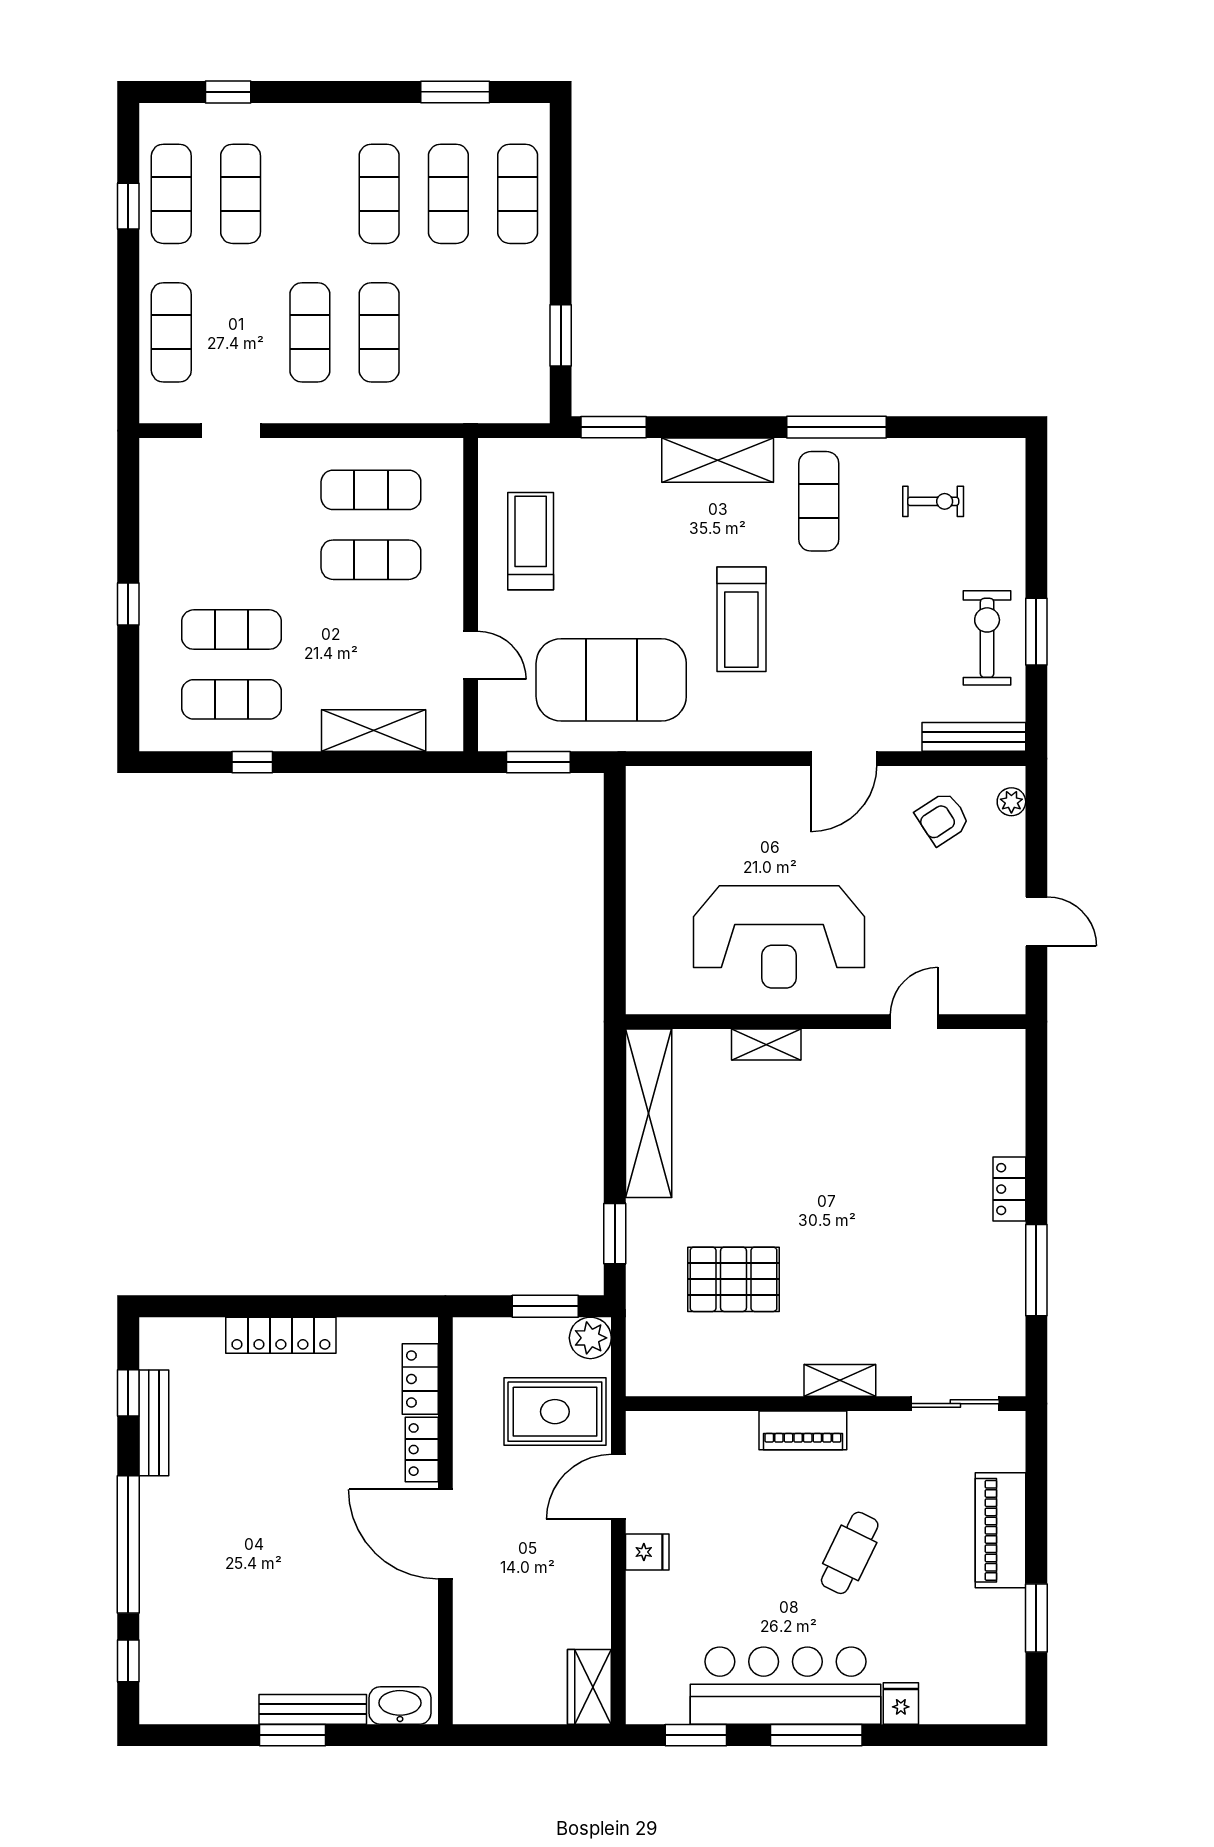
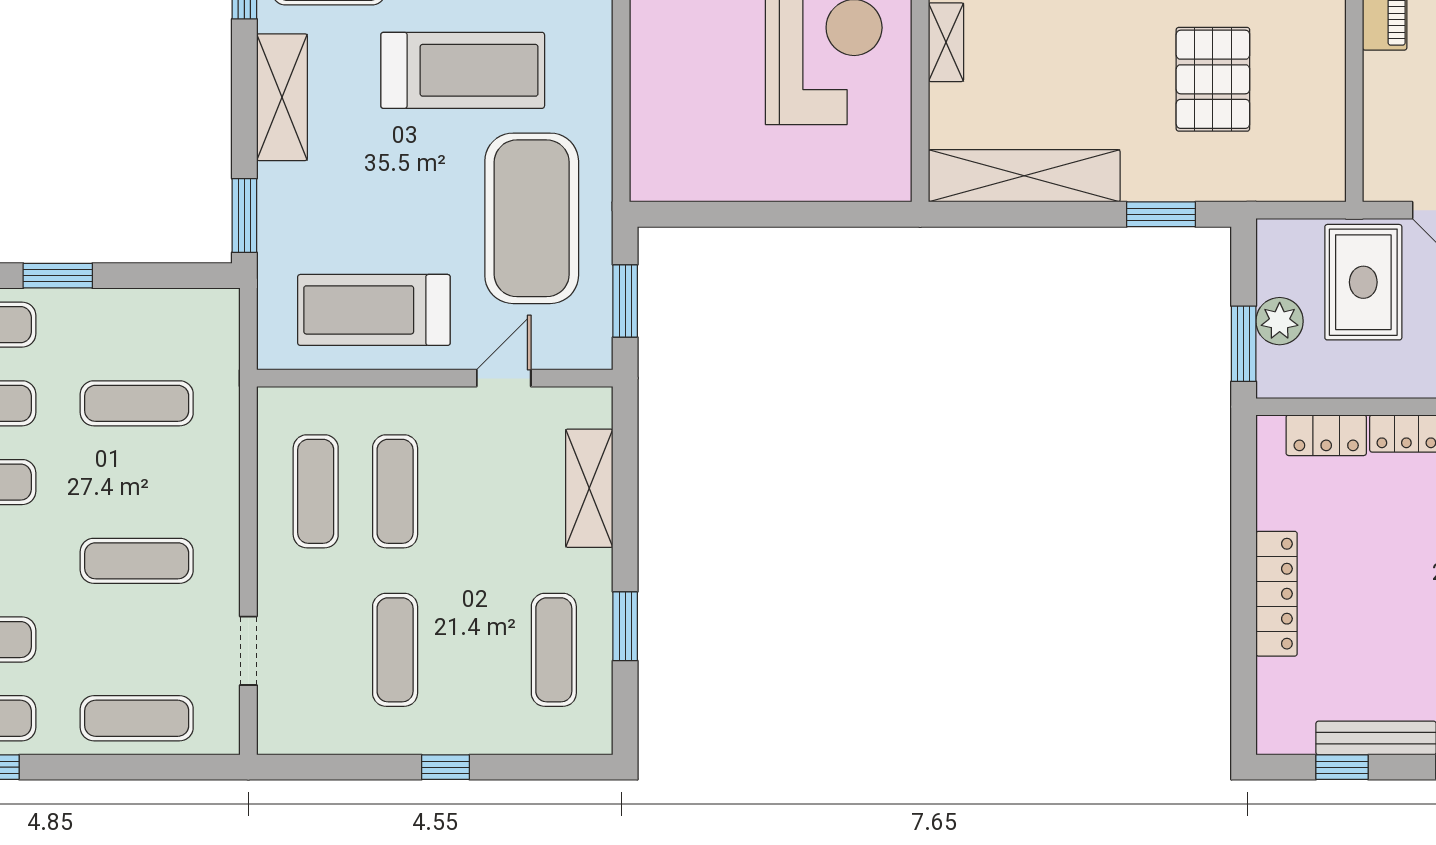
exercise mat: (379, 332) -> (137, 403), moved
window: (561, 335) -> (58, 276), moved
treadmill: (531, 541) -> (374, 310), width x1.37, depth x1.38
treadmill: (741, 619) -> (463, 70), width x1.37, depth x1.38
exercise mat: (232, 630) -> (395, 650), moved
window: (252, 762) -> (625, 626), width x1.50
window: (545, 1306) -> (1244, 344), moved
plant: (590, 1338) -> (1280, 321), moved

